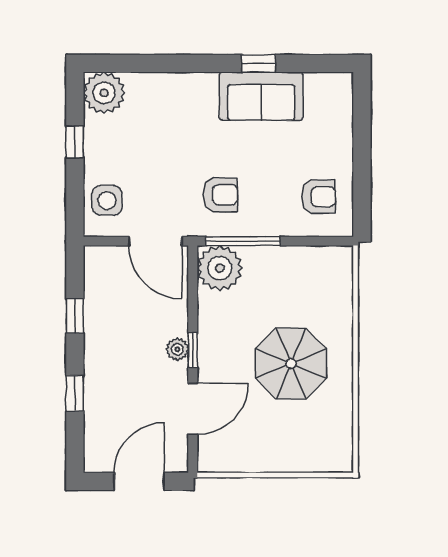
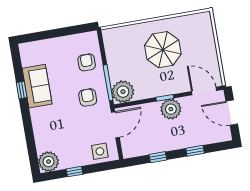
armchair: (319, 197) -> (87, 62), moved
plant: (177, 349) -> (171, 109), width x1.88, depth x1.88
door: (193, 409) -> (204, 91), moved

